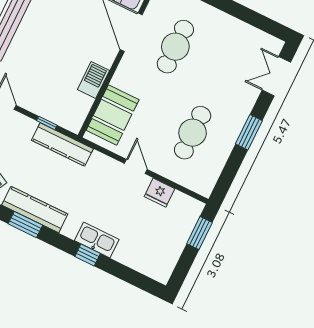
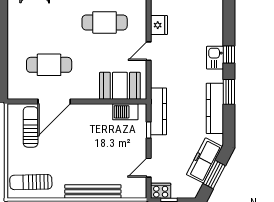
barbecue: (93, 80) -> (125, 112), moved
window: (25, 225) -> (229, 92), moved
kitchen sink: (97, 240) -> (215, 58), width x0.73

